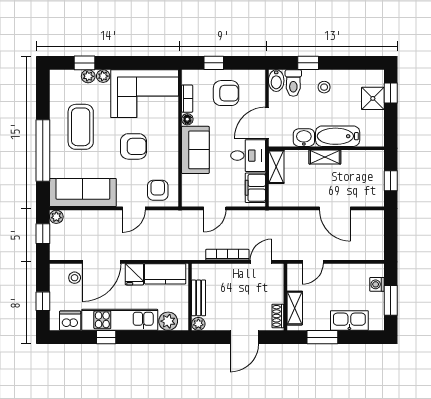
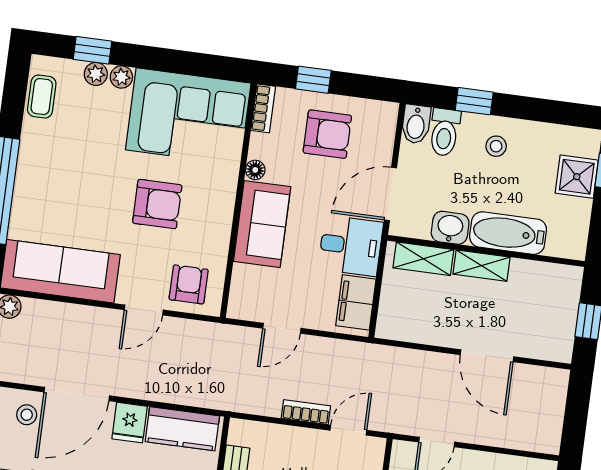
bookcase: (187, 99) -> (263, 108), moved
coffee table: (81, 127) -> (42, 97), moved, width x0.54, depth x0.58
shelving: (276, 167) -> (423, 259), moved, turned 90
bookcase: (227, 255) -> (306, 412), width x0.64

